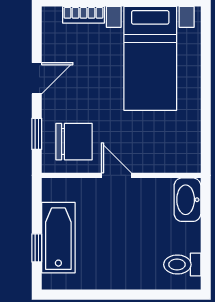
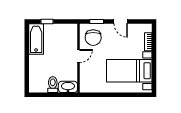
bathtub: (58, 238) -> (36, 39), moved, turned -90
toilet: (182, 265) -> (53, 85), moved

